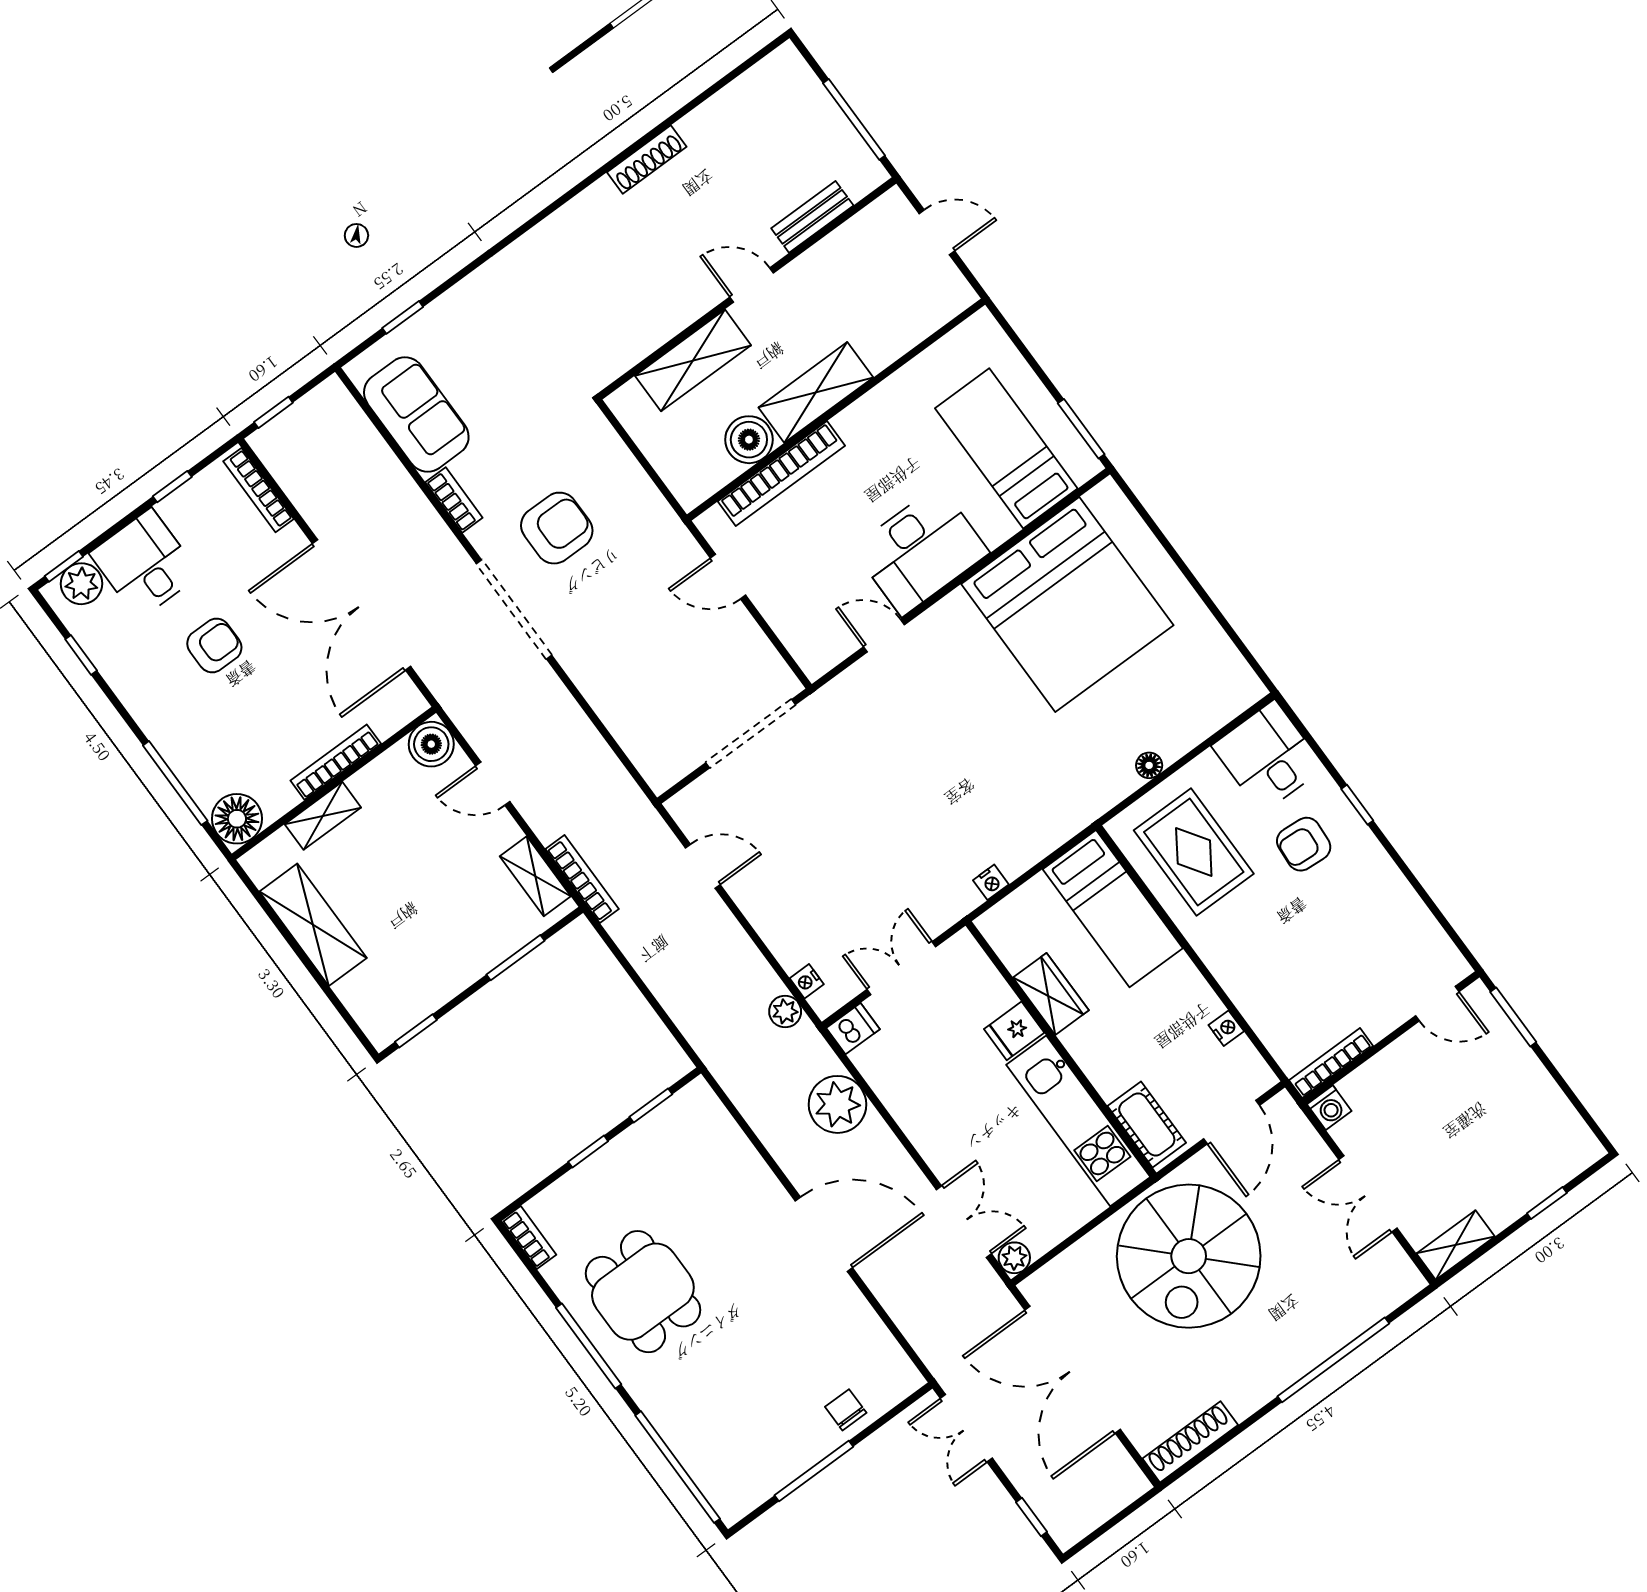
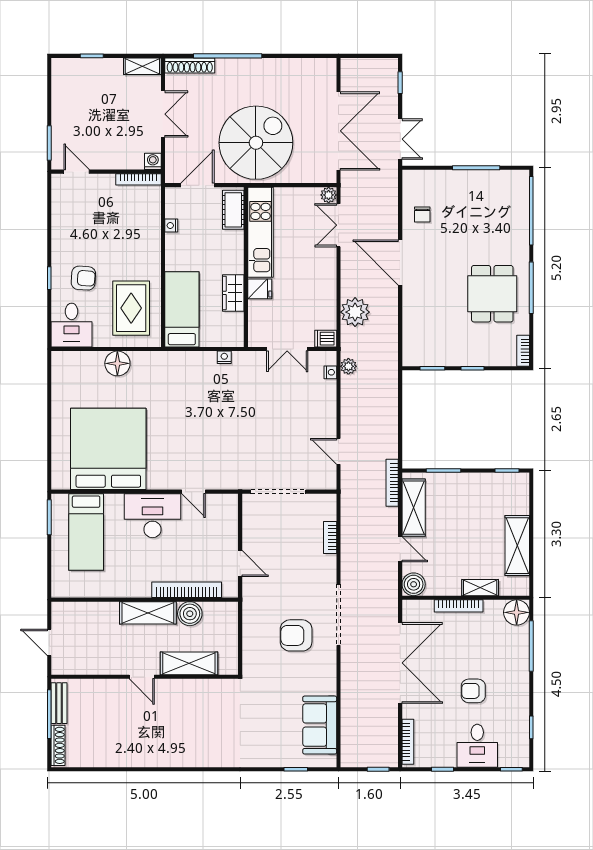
shoe rack: (647, 159) -> (58, 745), moved, turned 90
bench: (812, 217) -> (59, 703), moved, turned 90
bookcase: (454, 500) -> (330, 538), moved
plant: (81, 584) -> (509, 757), removed
floor lamp: (1149, 765) -> (117, 363), width x1.89, depth x1.89
shelving: (535, 876) -> (414, 508), width x1.50, depth x1.33
chair: (846, 1410) -> (422, 214), moved
shoe rack: (1190, 1442) -> (190, 65), moved

